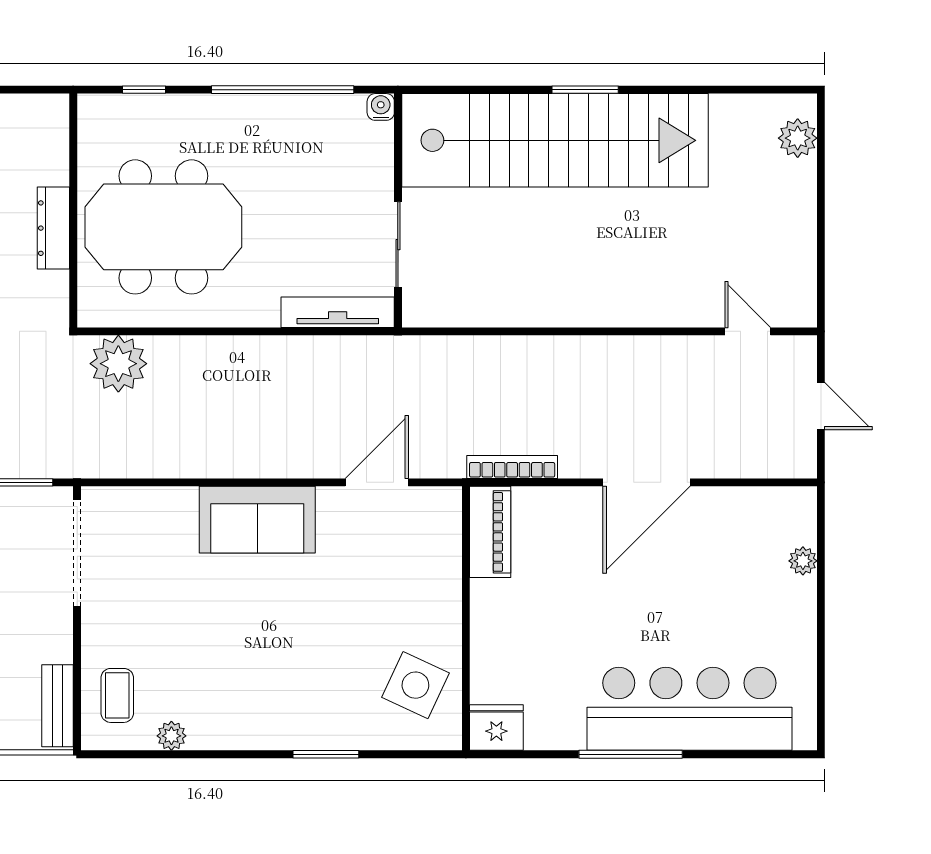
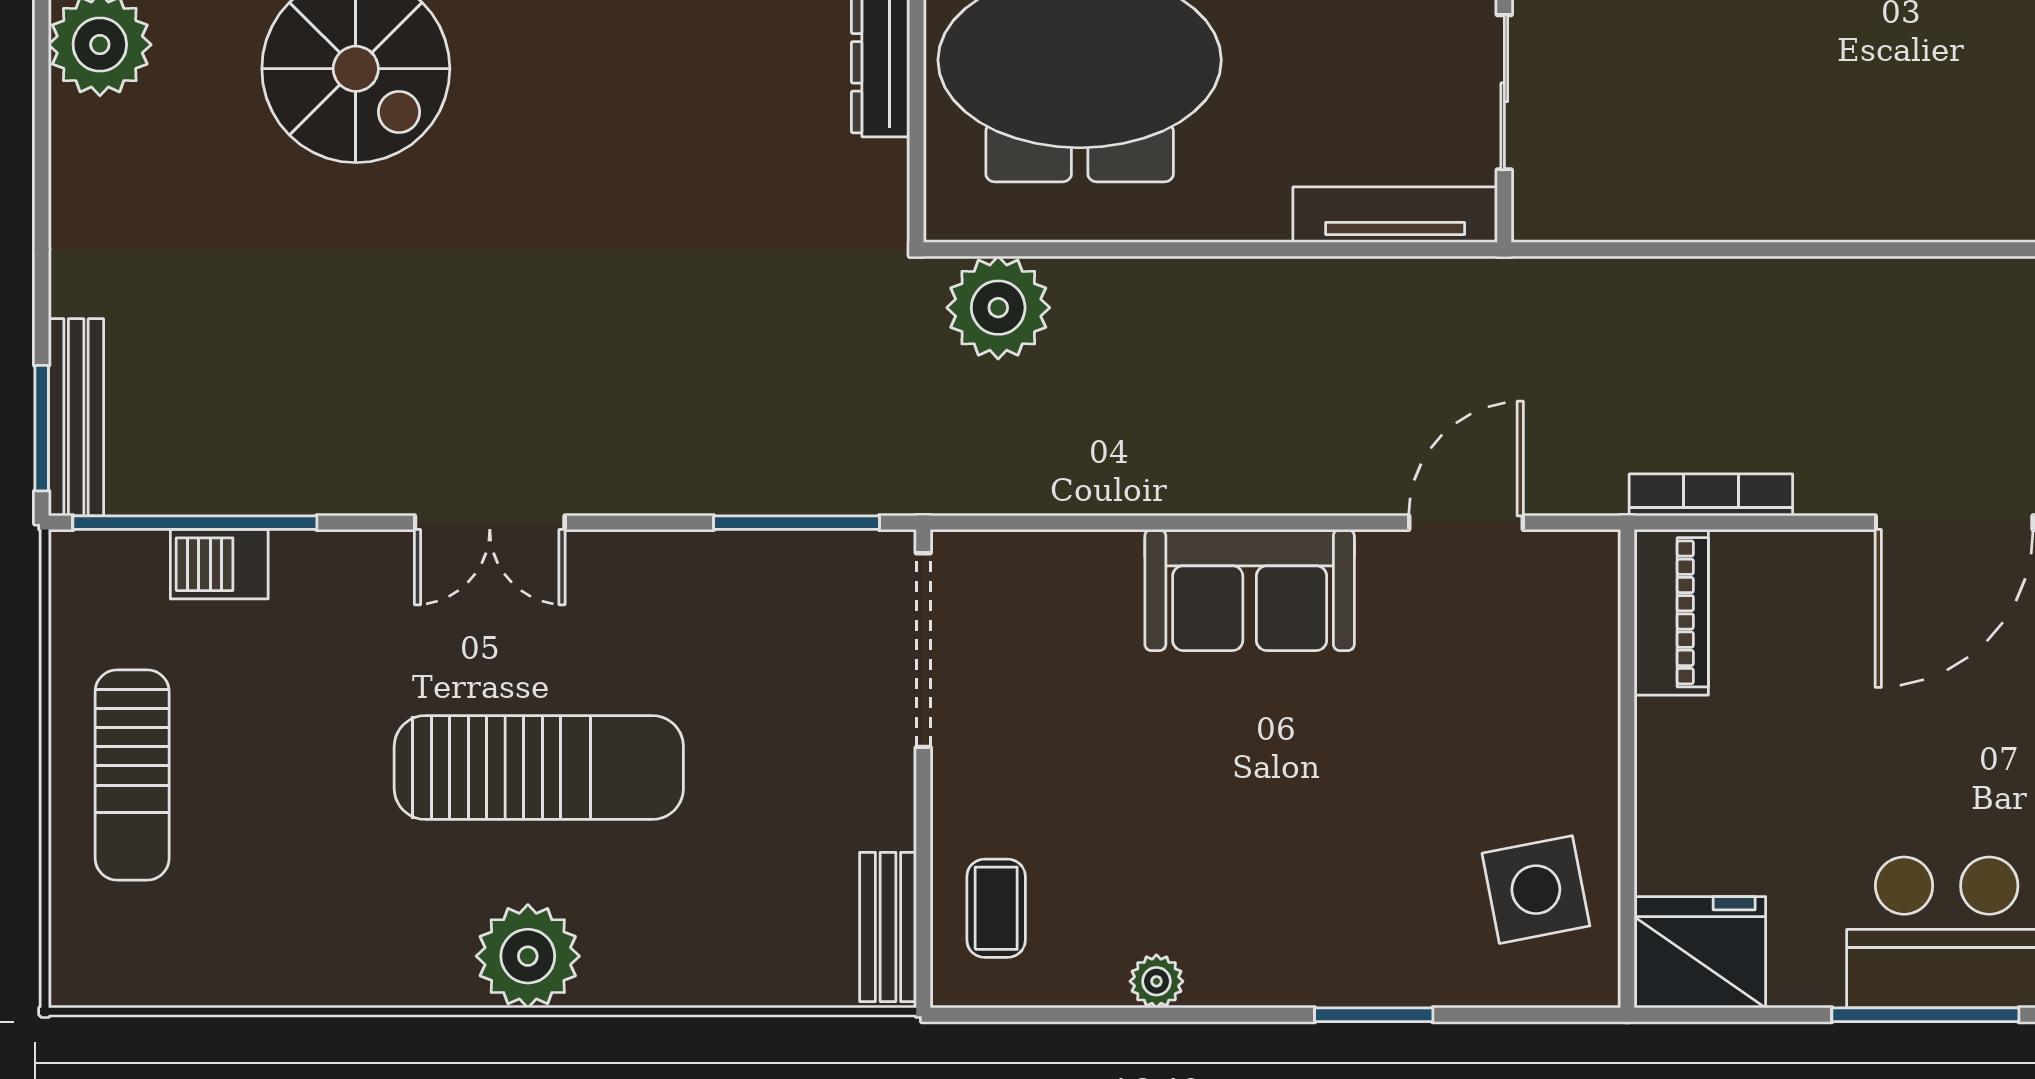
side table: (415, 685) -> (1536, 890), turned -36
fridge: (496, 727) -> (1700, 952), width x1.36, depth x1.34
plant: (171, 736) -> (1156, 981), moved

